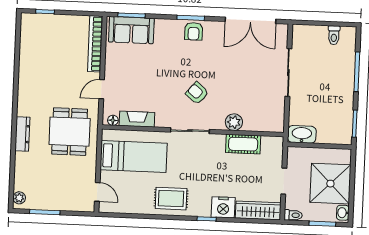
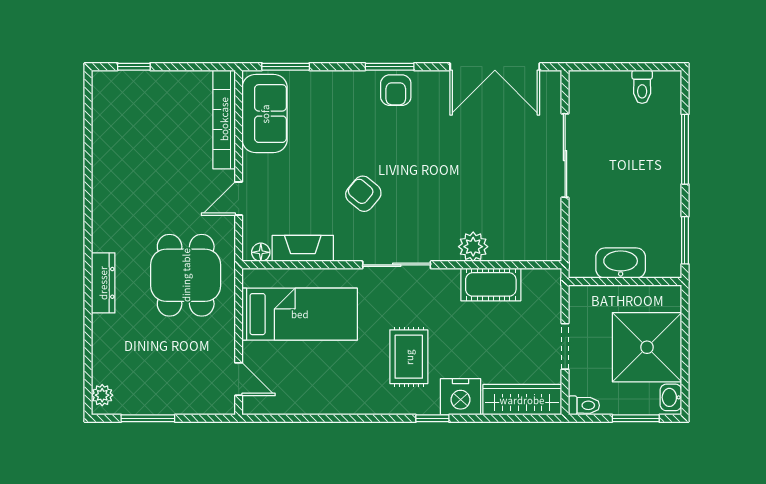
sofa: (131, 30) -> (265, 114), moved, turned -90
armchair: (197, 93) -> (363, 194), moved
washbasin: (302, 134) -> (621, 263), moved
rug: (171, 199) -> (409, 357), moved, turned 90

